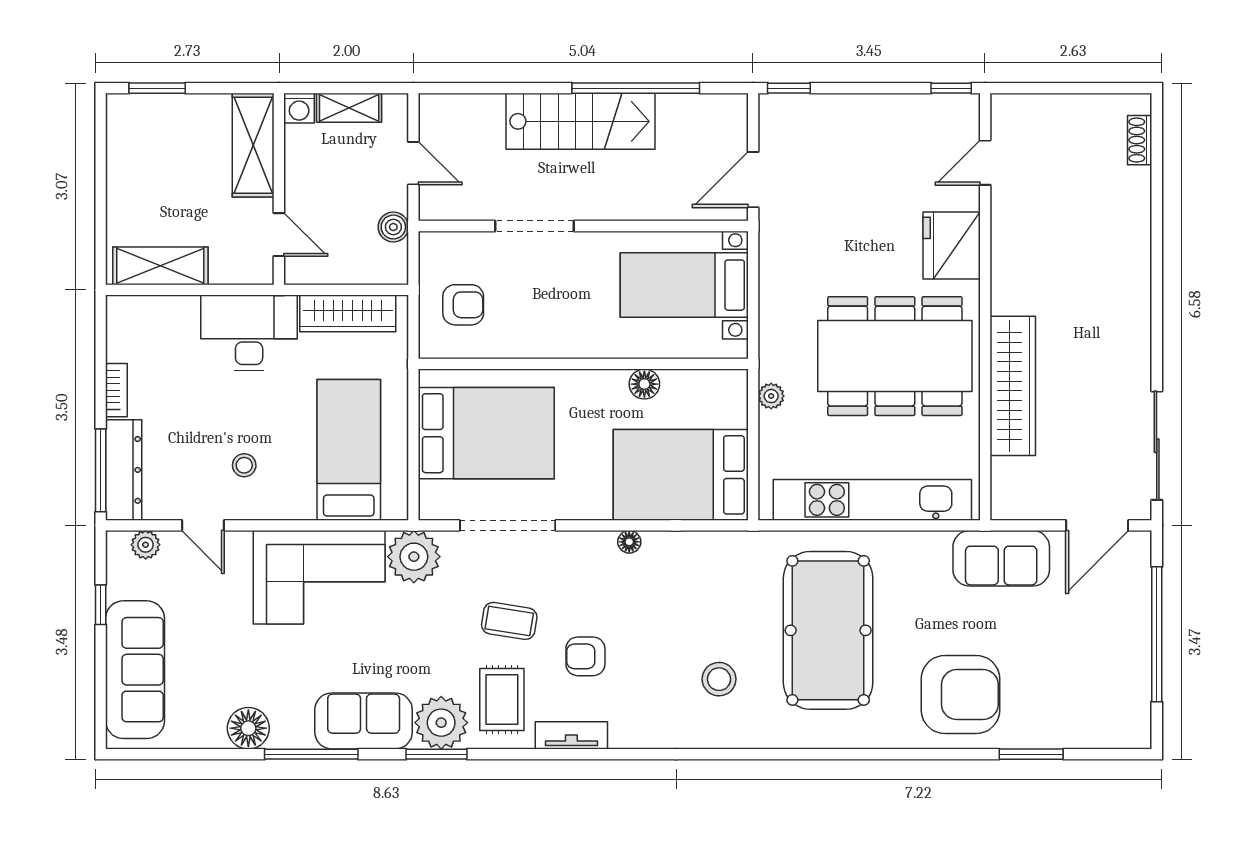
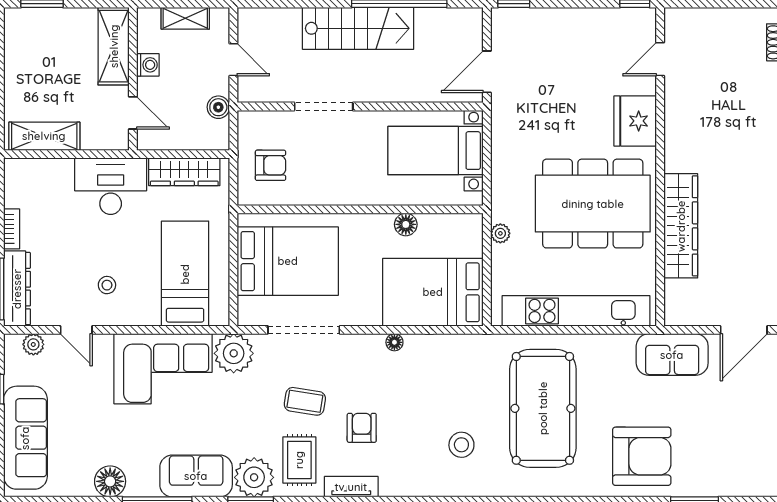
washing machine: (299, 108) -> (148, 65), moved, turned -90
armchair: (585, 656) -> (362, 428), turned 90

